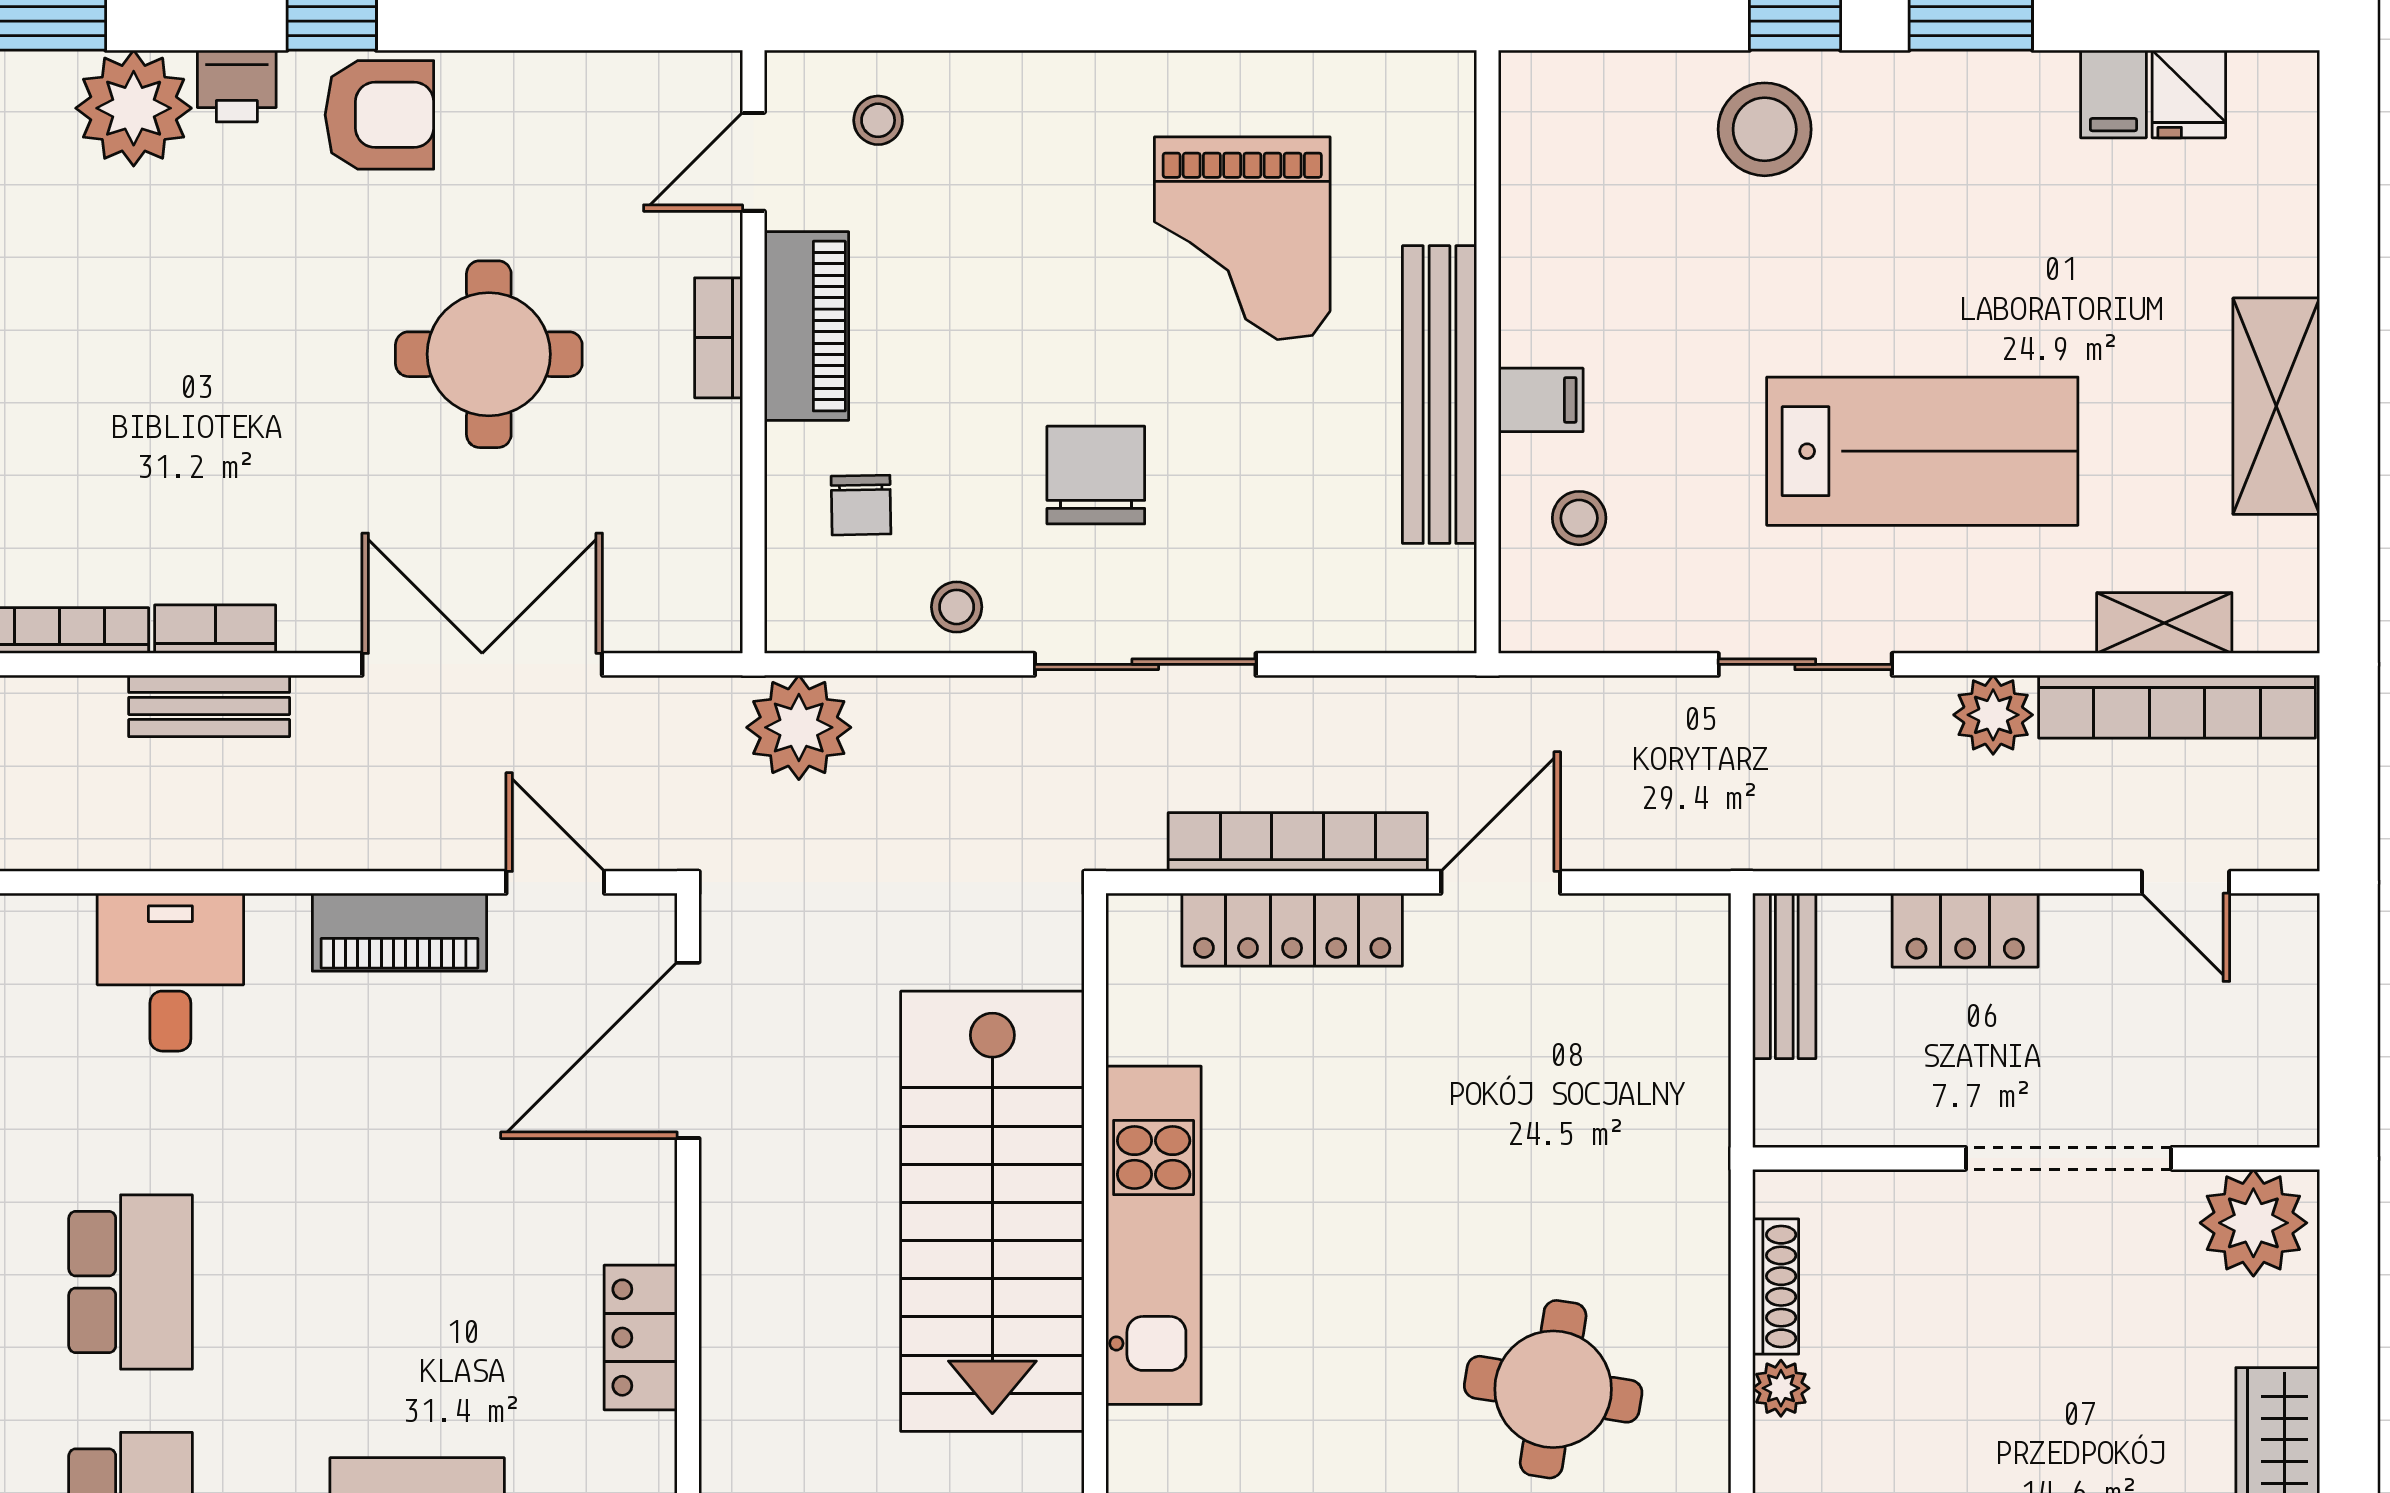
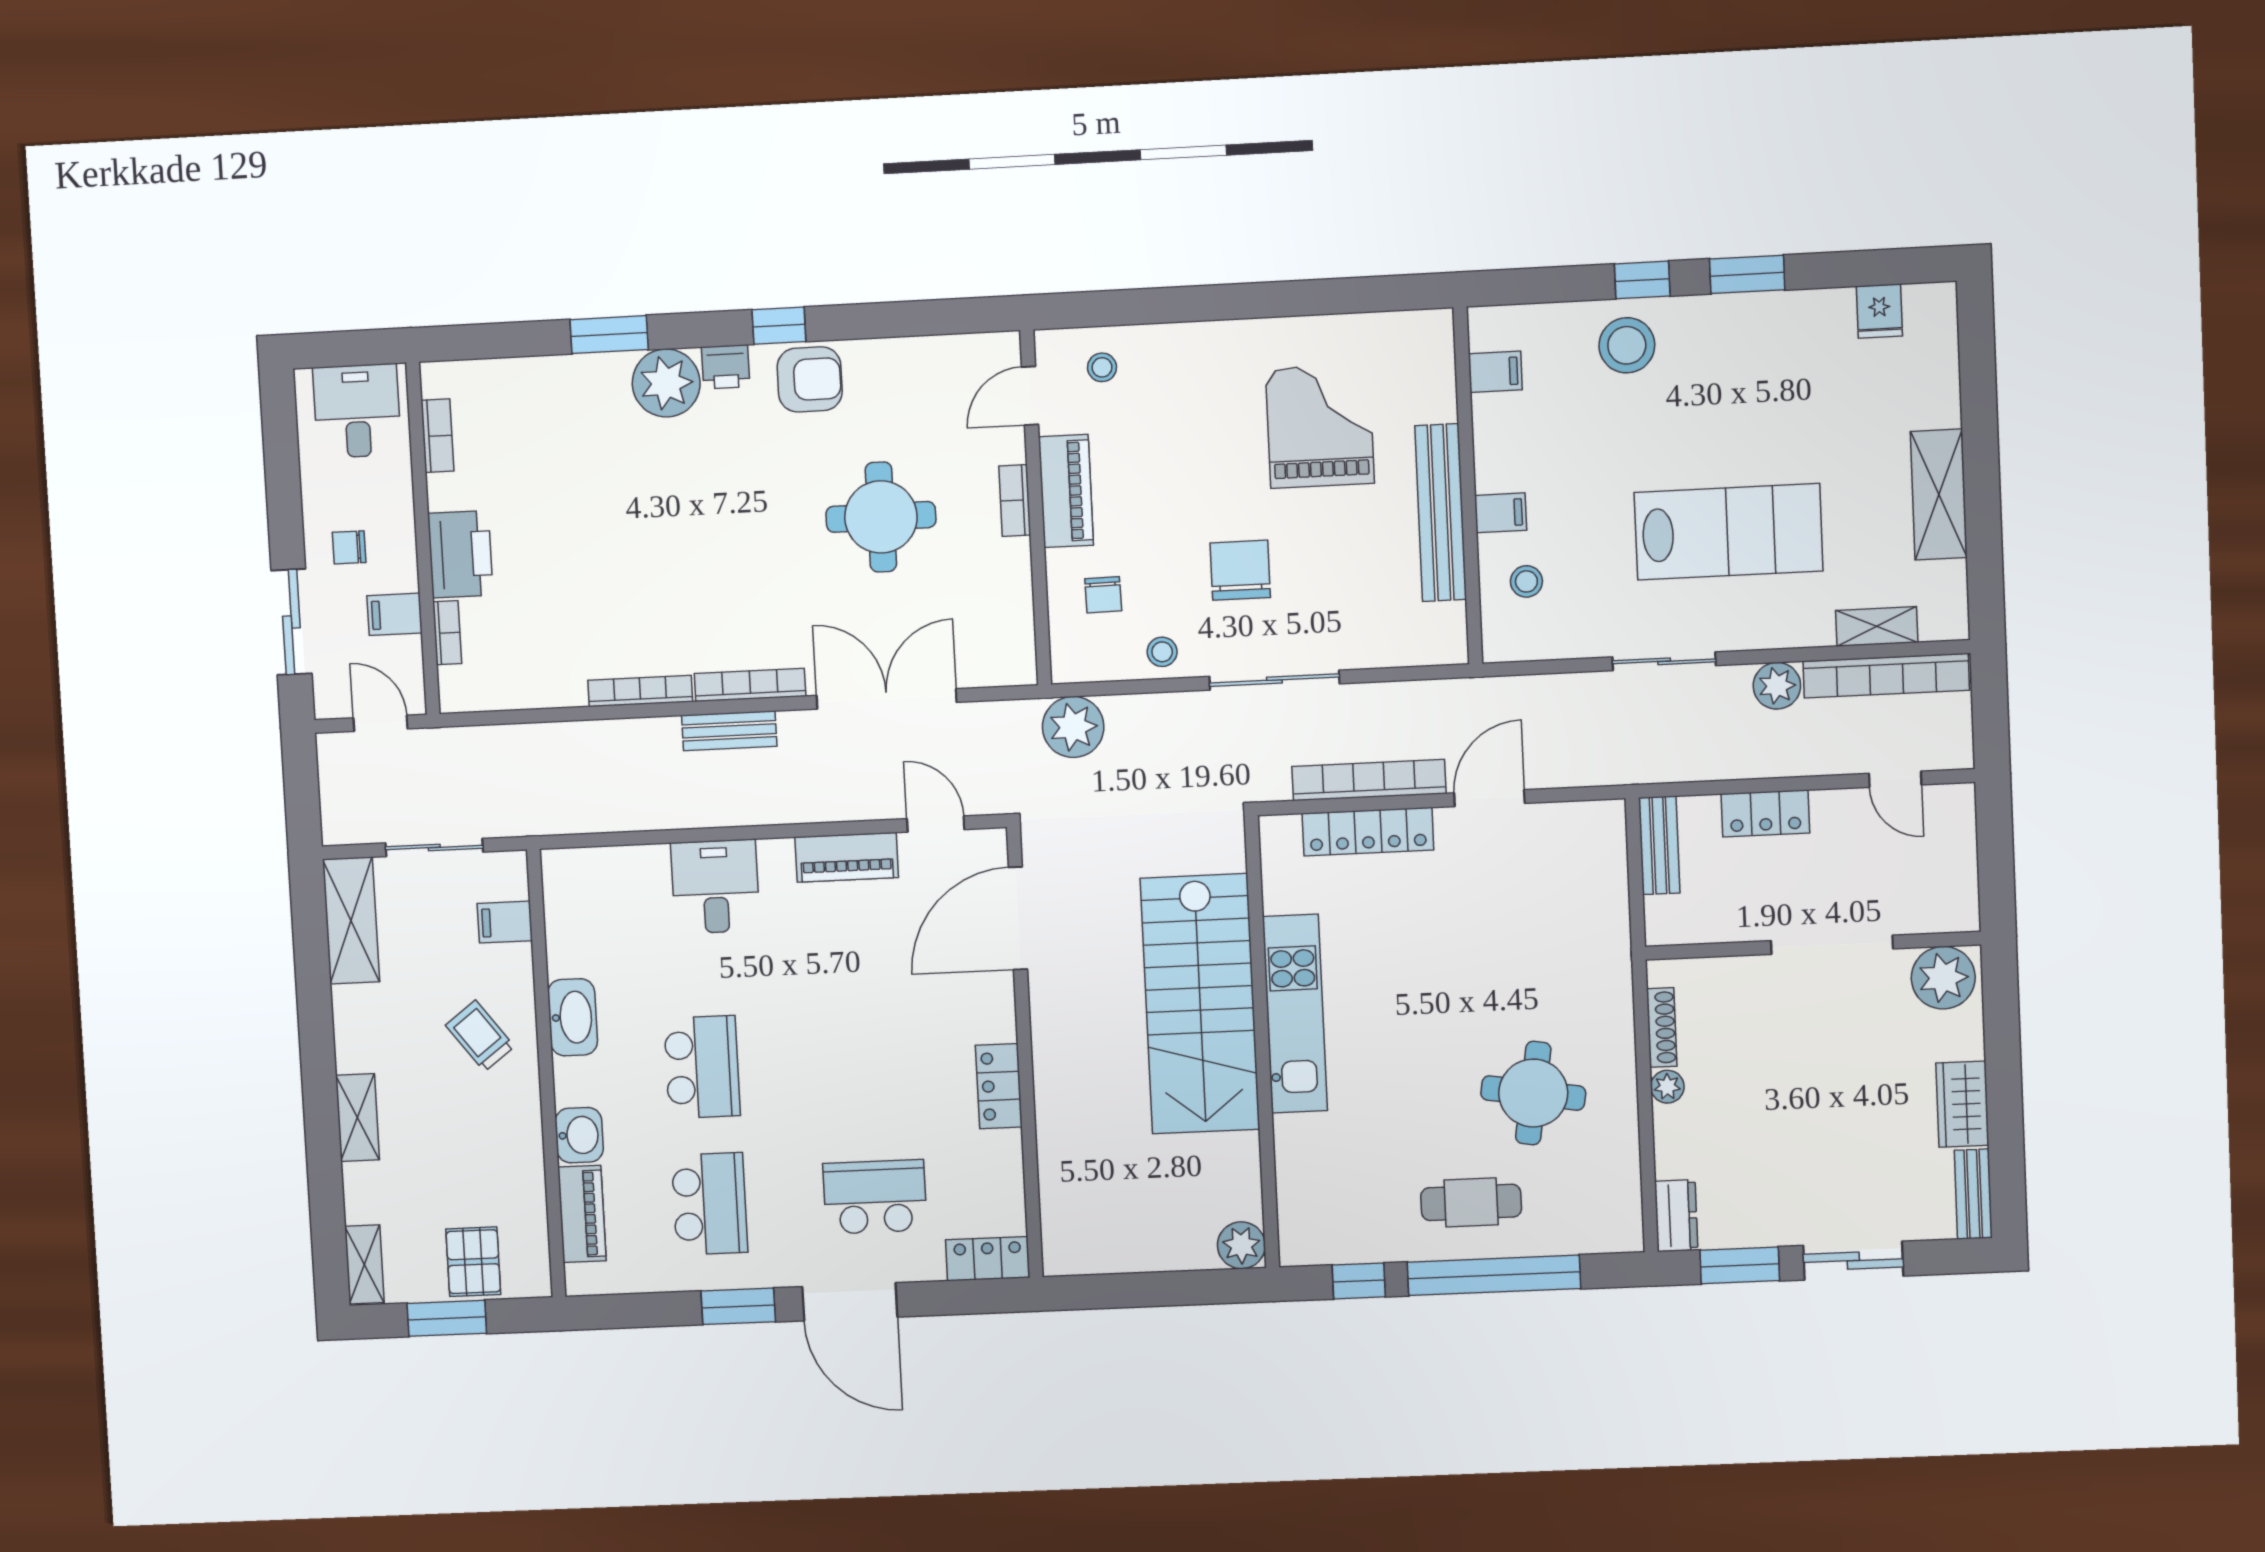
filing cabinet: (2113, 94) -> (1495, 372), moved, turned -90
grand piano: (1242, 238) -> (1320, 426), turned 180
bookcase: (215, 629) -> (750, 685), width x1.56

